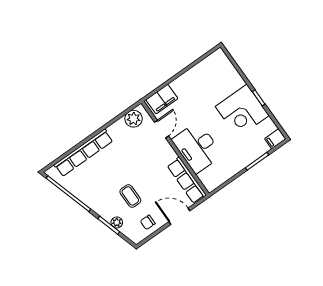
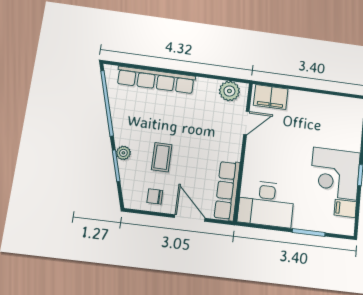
filing cabinet: (275, 139) -> (345, 208), moved
desk: (197, 147) -> (266, 204), moved, turned -90
plant: (117, 222) -> (123, 153), moved

